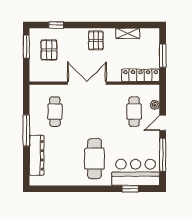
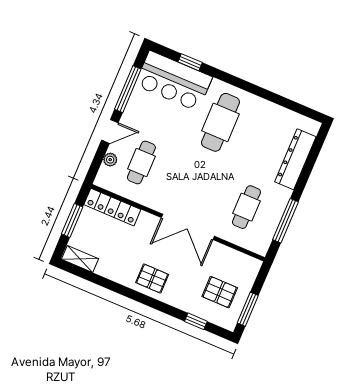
shelving: (128, 33) -> (80, 259), moved
pallet: (96, 40) -> (152, 279), turned 90
pallet: (49, 50) -> (220, 292), turned 90
window: (26, 130) -> (285, 221), moved

